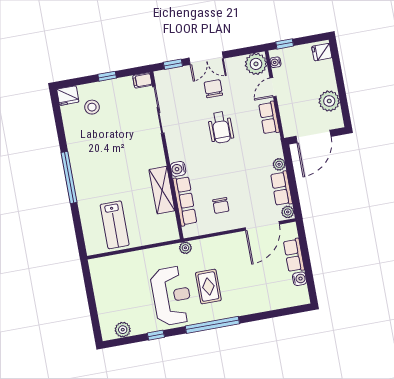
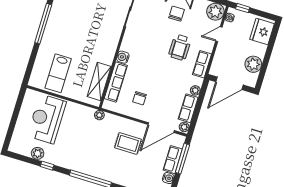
fridge: (322, 52) -> (262, 32), width x1.88, depth x1.34
row of seats: (269, 118) -> (202, 64), moved
wheelchair: (221, 127) -> (180, 47), moved
shelving: (162, 190) -> (99, 81), moved
window: (304, 249) -> (182, 159), added
rug: (208, 287) -> (128, 143), moved, turned 90
reception desk: (172, 296) -> (47, 119), moved, turned 180
plant: (123, 330) -> (38, 153), moved

